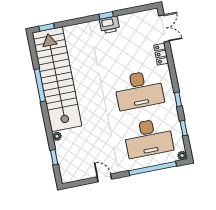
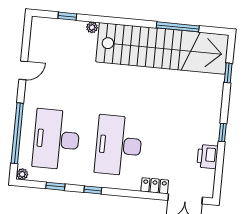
printer: (110, 25) -> (207, 157), moved
window: (47, 27) -> (228, 73), moved
window: (40, 85) -> (178, 27), moved

